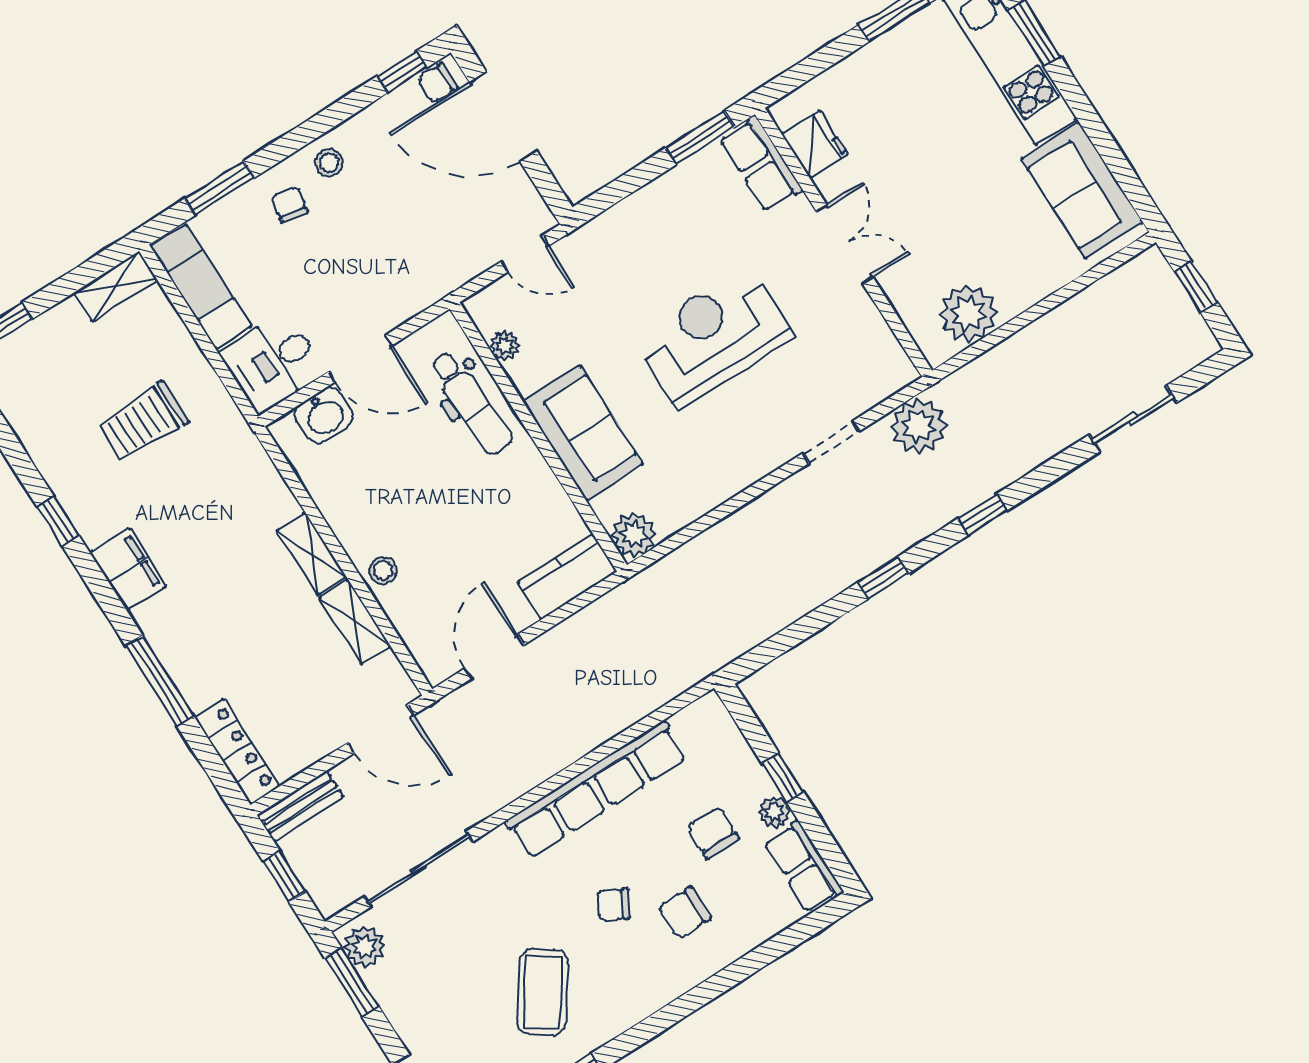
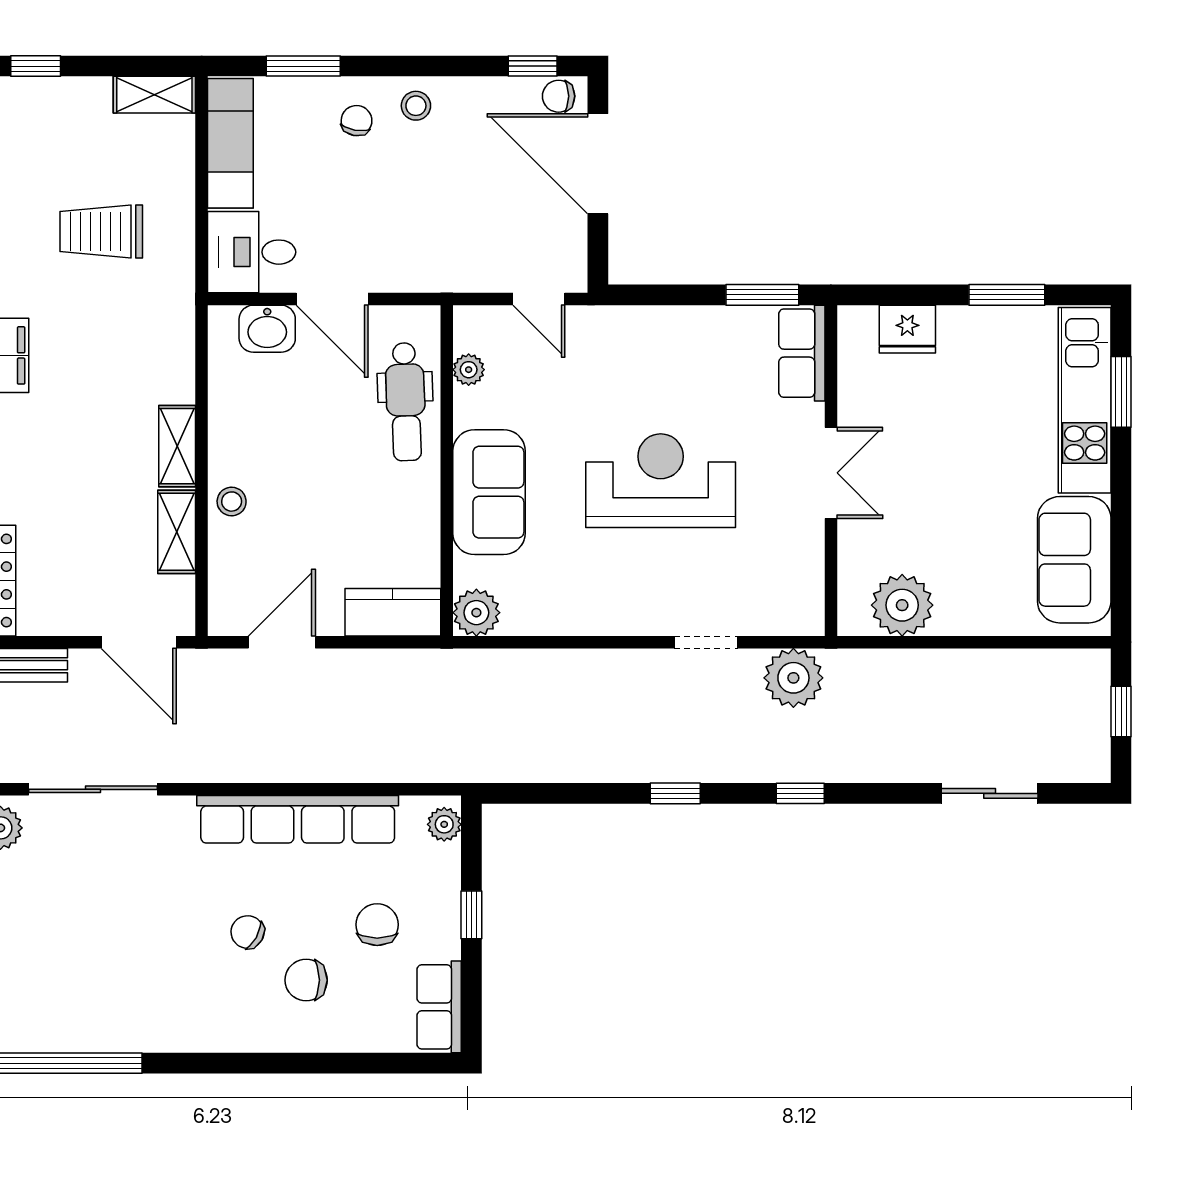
fridge: (815, 144) -> (907, 329), moved, turned 90
plant: (774, 812) -> (444, 824), moved
coffee table: (542, 992) -> (134, 970), removed

